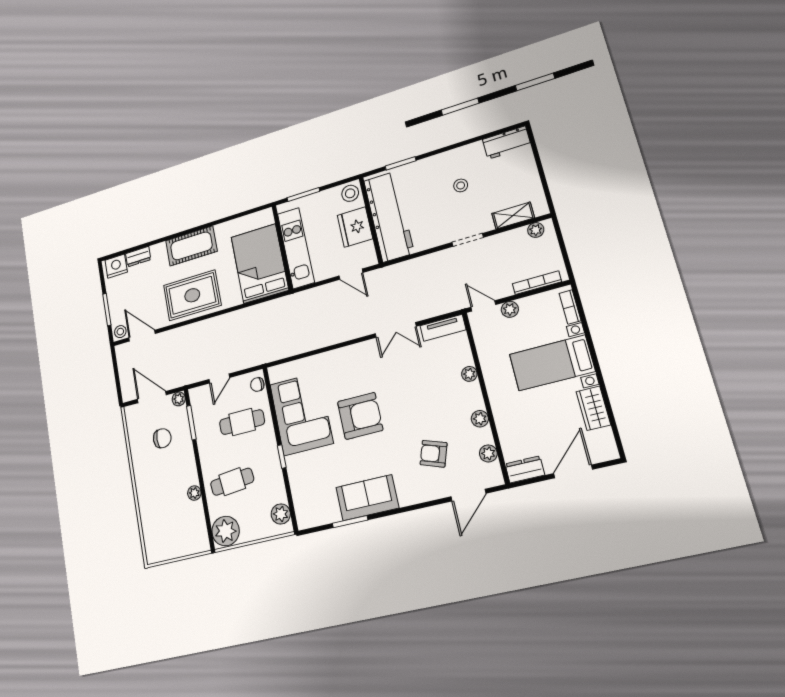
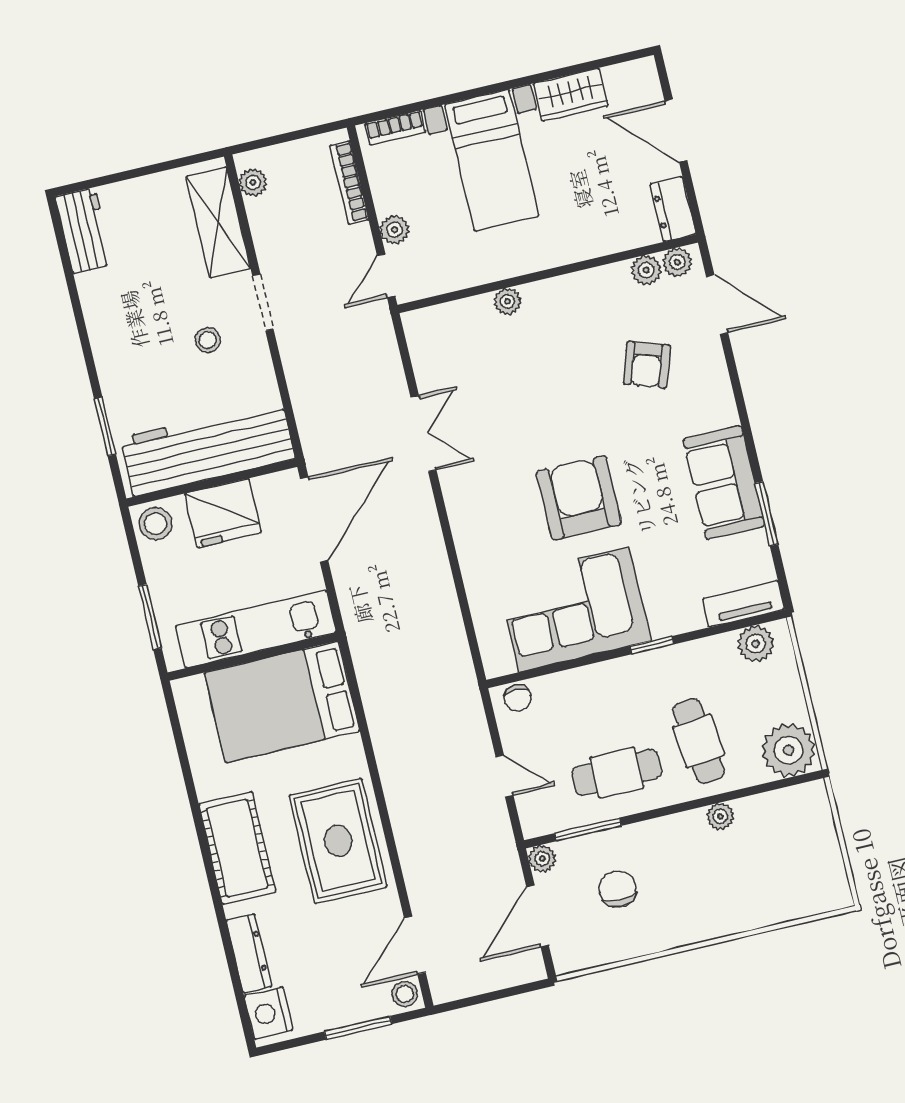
stool: (461, 185) -> (208, 340), moved
shelving: (513, 216) -> (218, 222), width x1.50, depth x1.33
dresser: (138, 257) -> (249, 953), width x1.44
door: (351, 274) -> (314, 520), width x1.87
tv unit: (443, 328) -> (744, 604), moved, turned -90
plant: (480, 419) -> (677, 262), moved
cafe table: (242, 422) -> (617, 773), moved, turned 90

